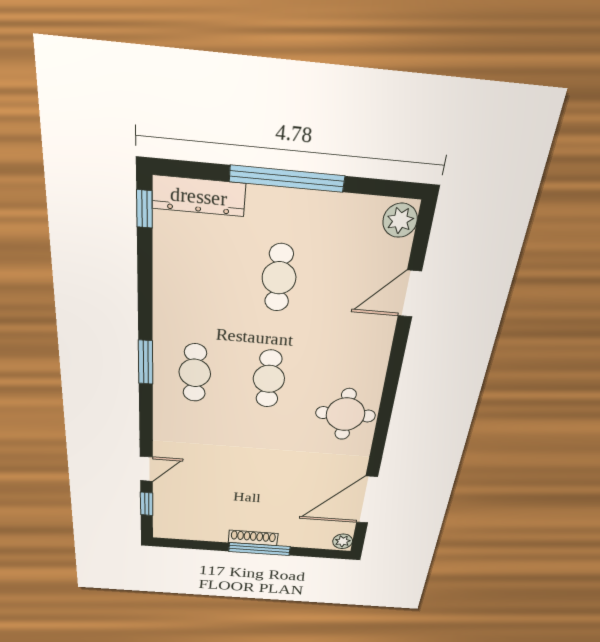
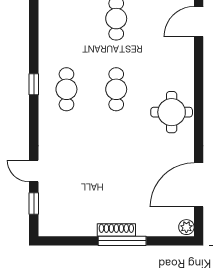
window: (146, 362) -> (34, 84), width x0.67
door: (146, 469) -> (34, 171), swing flipped

